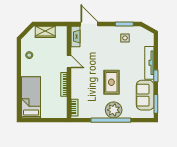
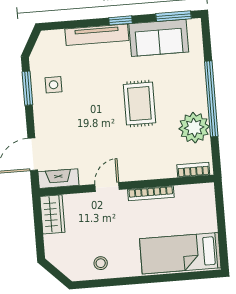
wardrobe: (45, 32) -> (52, 214), moved
rug: (111, 82) -> (139, 104), turned 90
plant: (114, 110) -> (194, 128), moved

